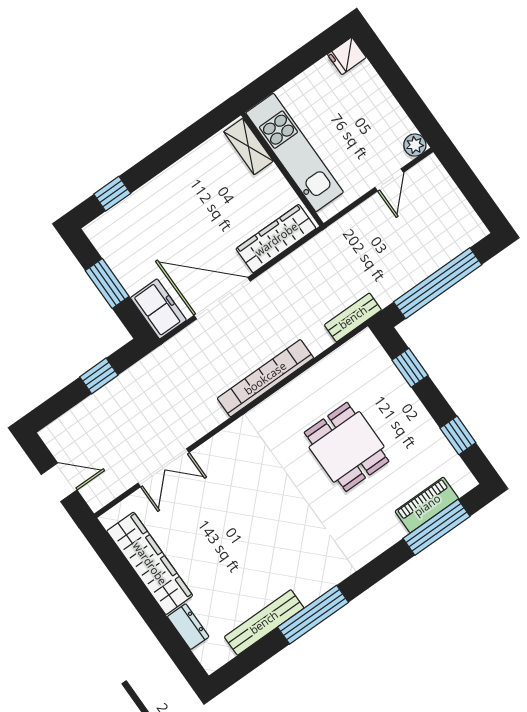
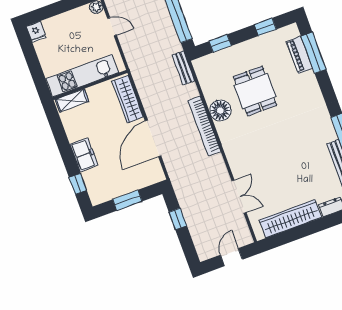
freezer: (158, 309) -> (84, 155), moved, turned 90
floor lamp: (298, 398) -> (220, 111), added
dining table: (347, 447) -> (255, 91), turned 90

